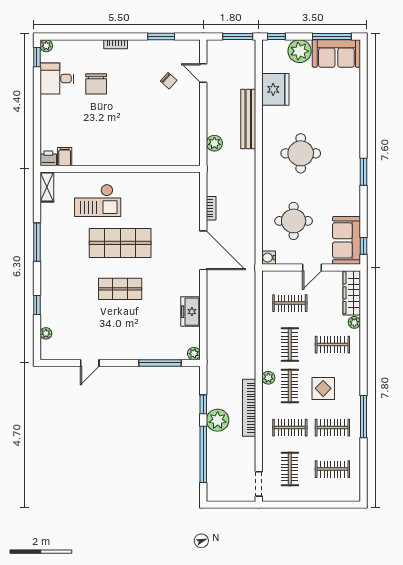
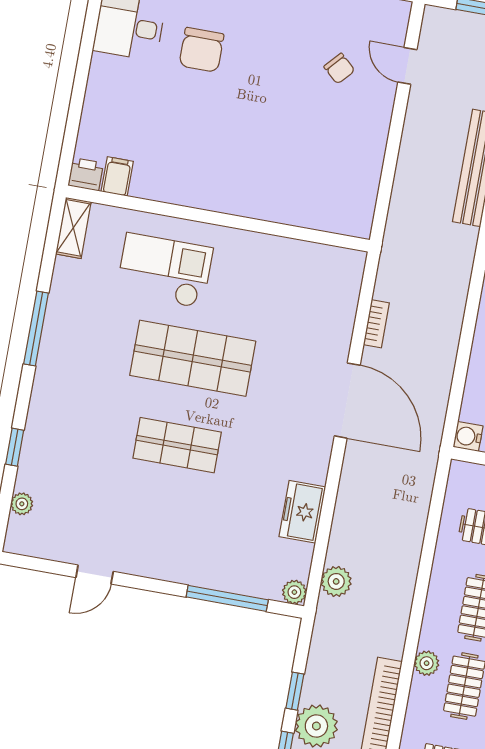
plant: (214, 143) -> (336, 581), moved
checkout: (98, 201) -> (165, 271), turned 180

